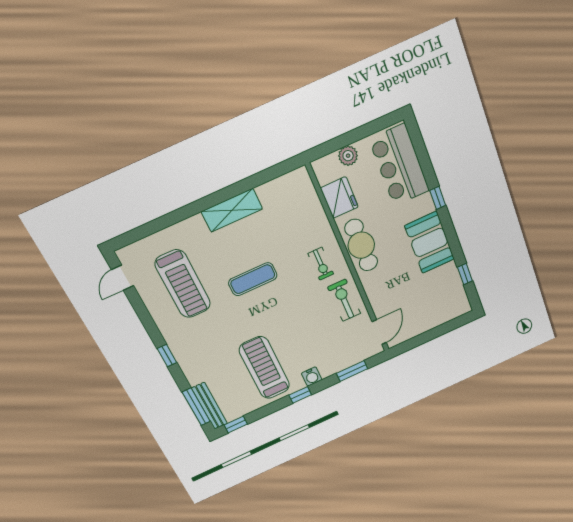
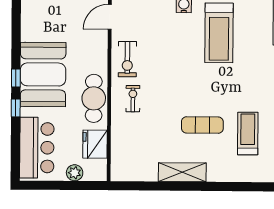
booth: (430, 242) -> (43, 74), width x1.36, depth x1.42
window: (465, 274) -> (16, 78), moved
exercise mat: (253, 279) -> (202, 125), moved
treadmill: (183, 284) -> (248, 133), width x0.73, depth x0.73

